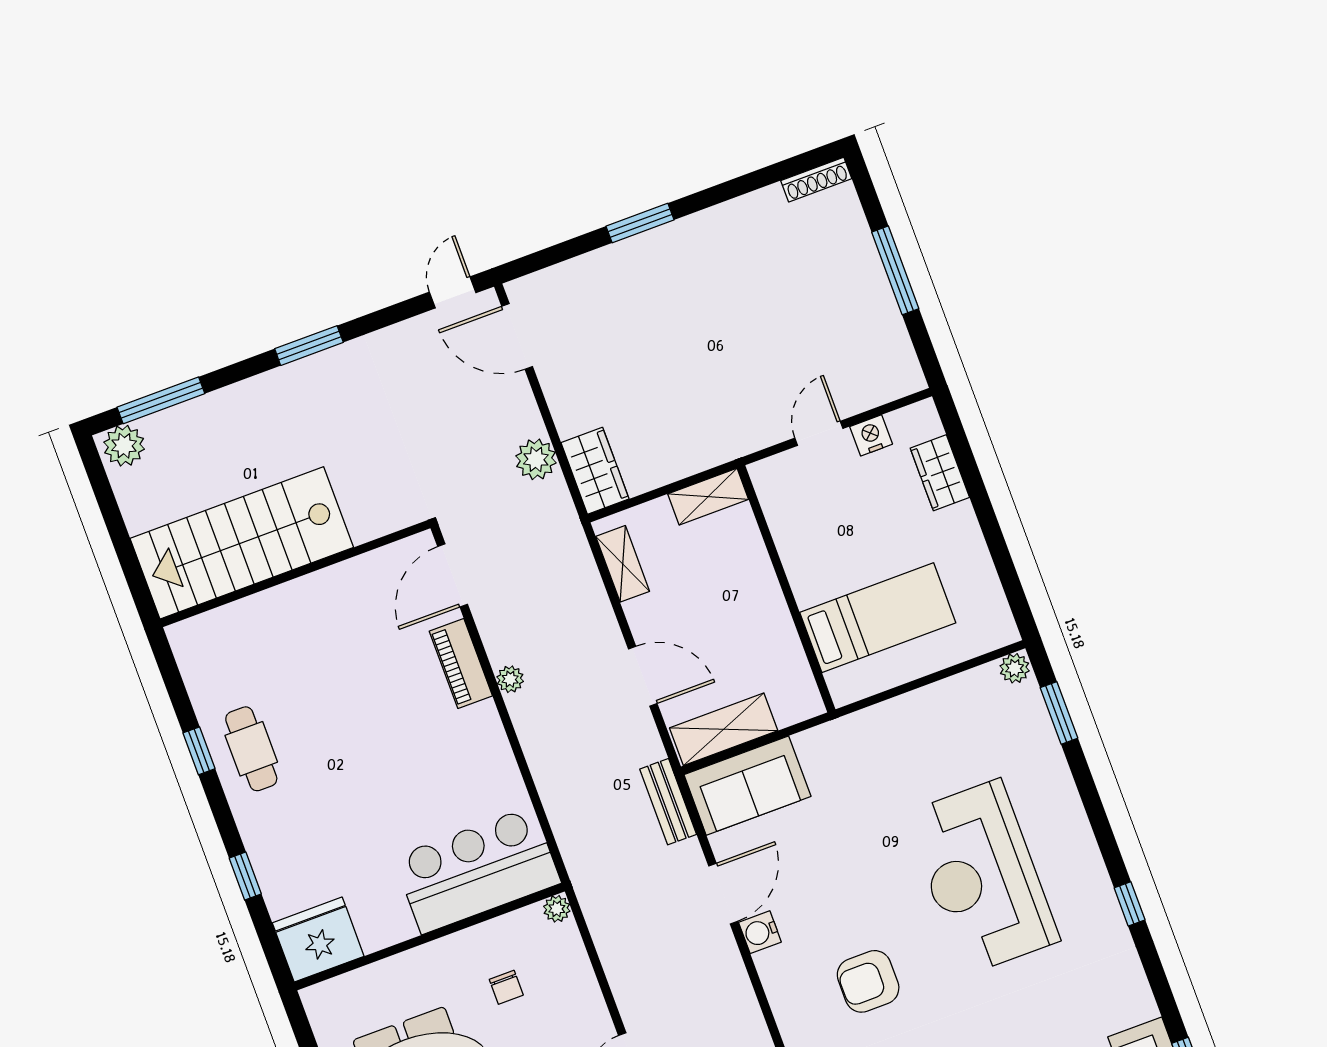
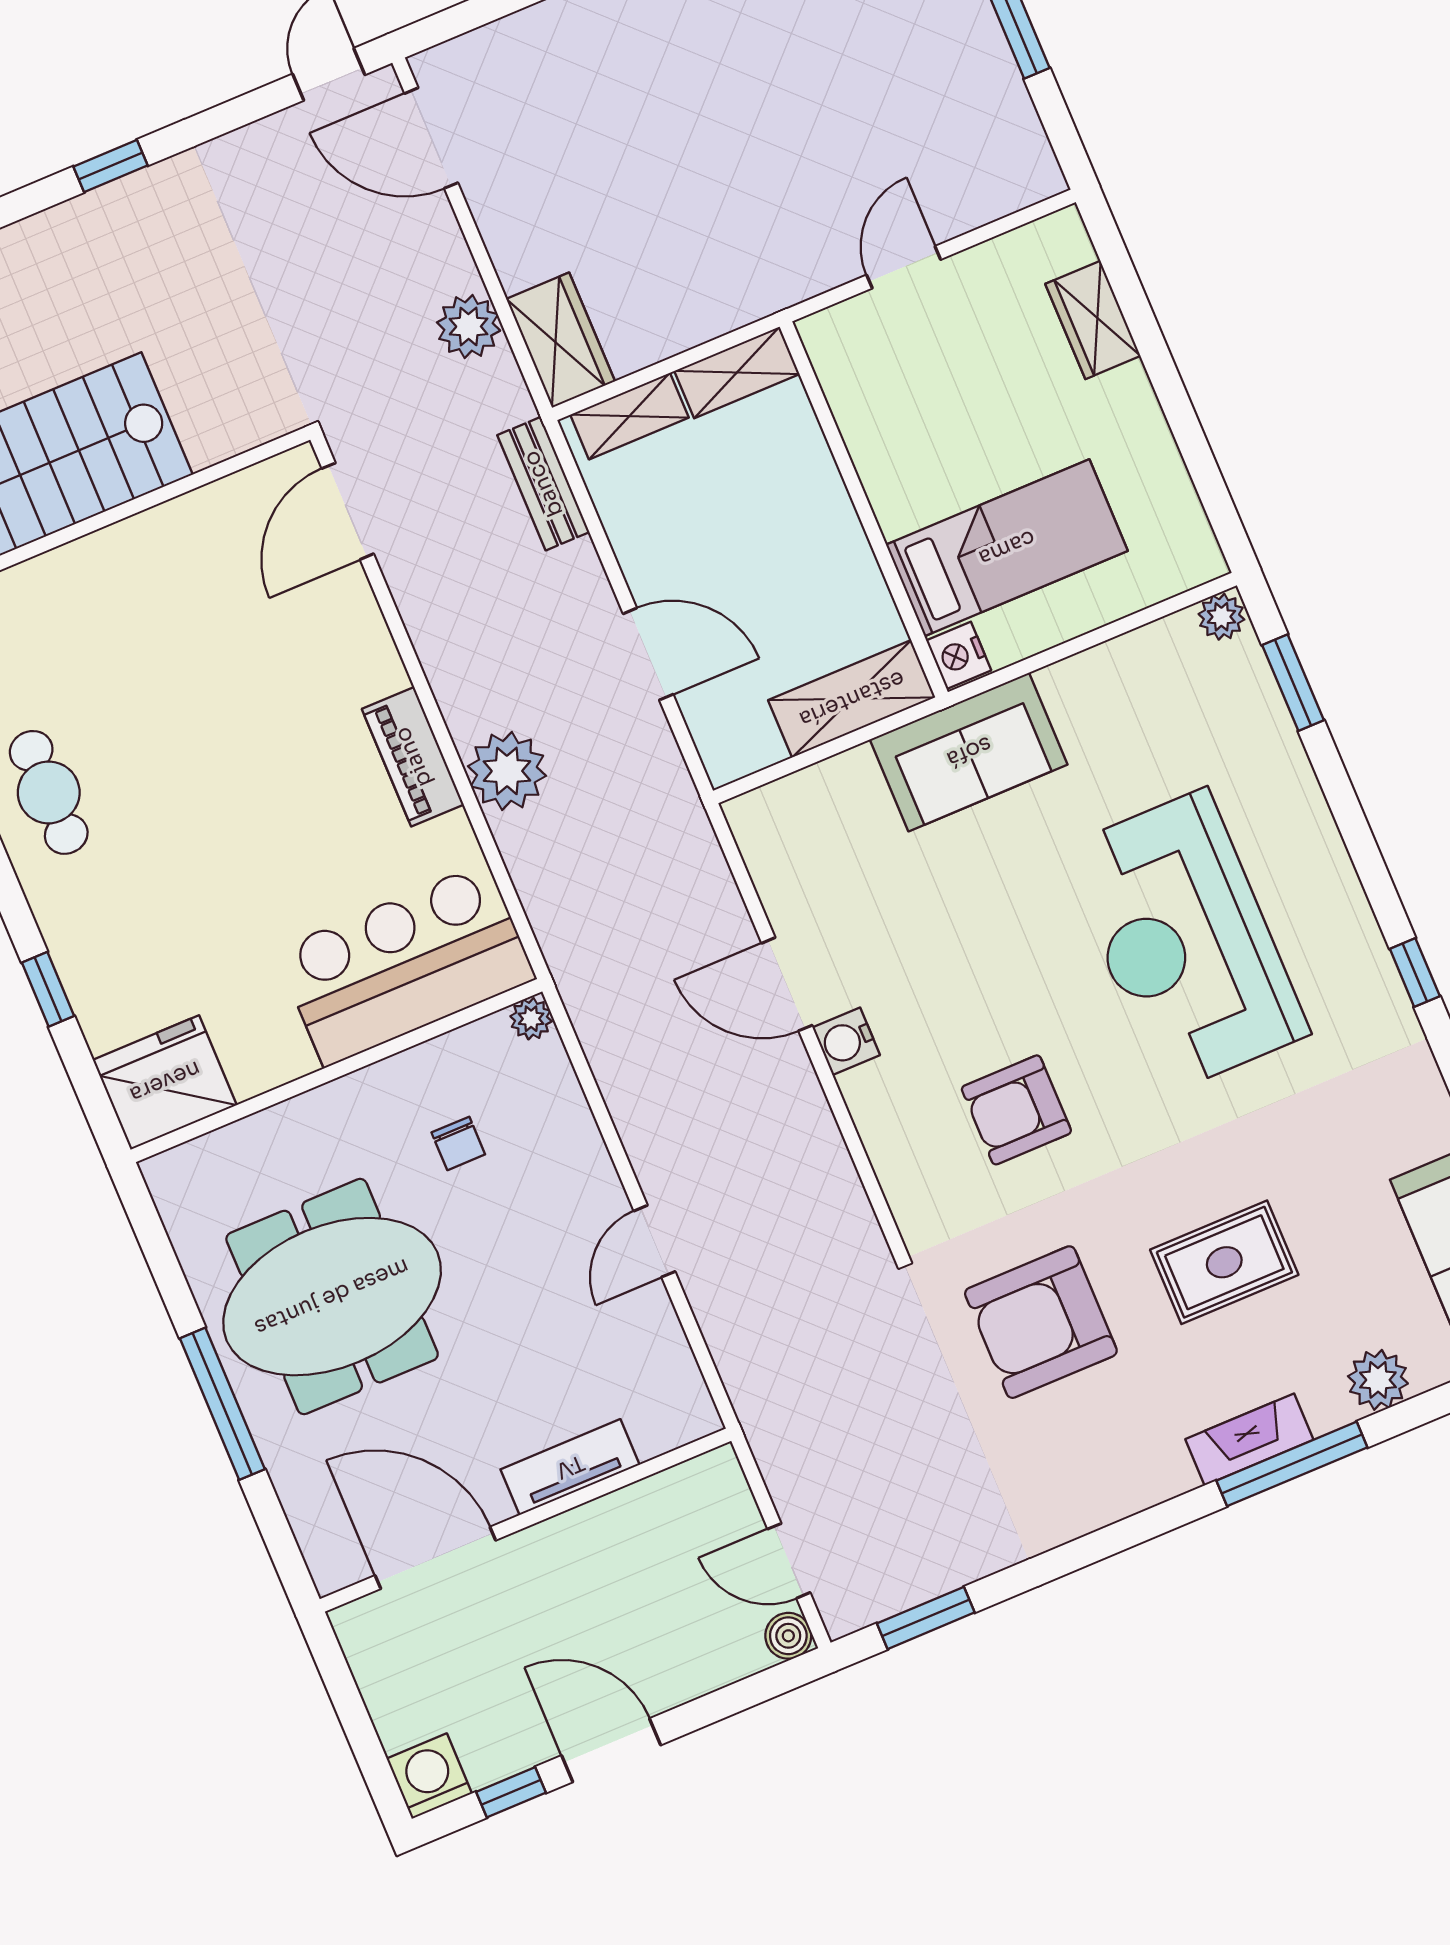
window: (309, 346) -> (111, 166), width x0.67
nightstand: (871, 435) -> (959, 655), moved, turned -90
shelving: (623, 564) -> (629, 416), moved, turned 90
piano: (461, 663) -> (413, 757), moved
plant: (510, 679) -> (507, 771), moved, width x1.88, depth x1.88
shelving: (724, 729) -> (852, 699), moved
sofa: (747, 786) -> (969, 752), moved
bench: (668, 802) -> (543, 484), moved
door: (723, 894) -> (787, 984), swing flipped

